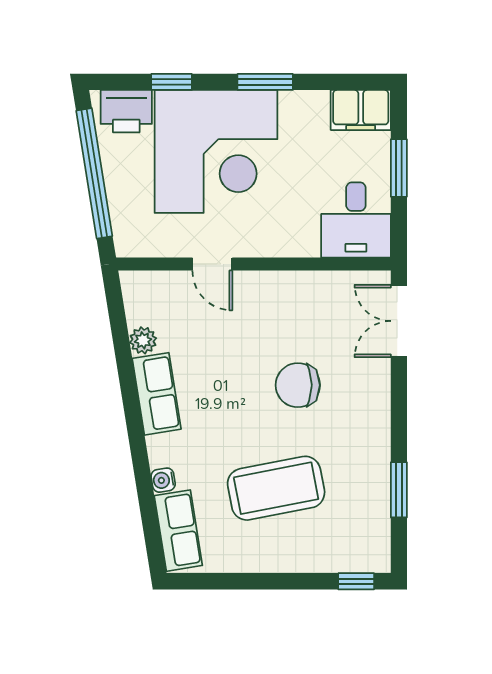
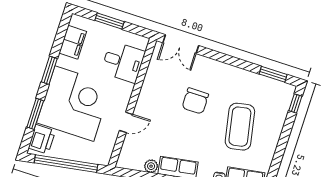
window: (172, 82) -> (35, 114), width x1.50
filing cabinet: (361, 110) -> (73, 42), moved
desk: (356, 220) -> (123, 62), moved
window: (399, 490) -> (273, 74), moved

